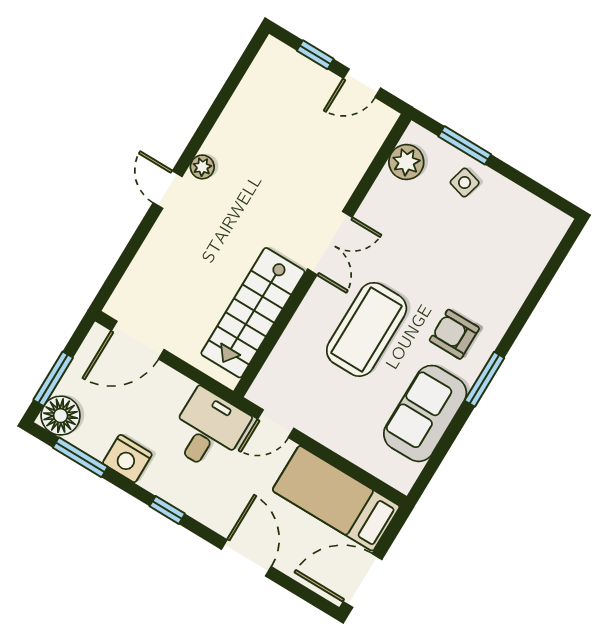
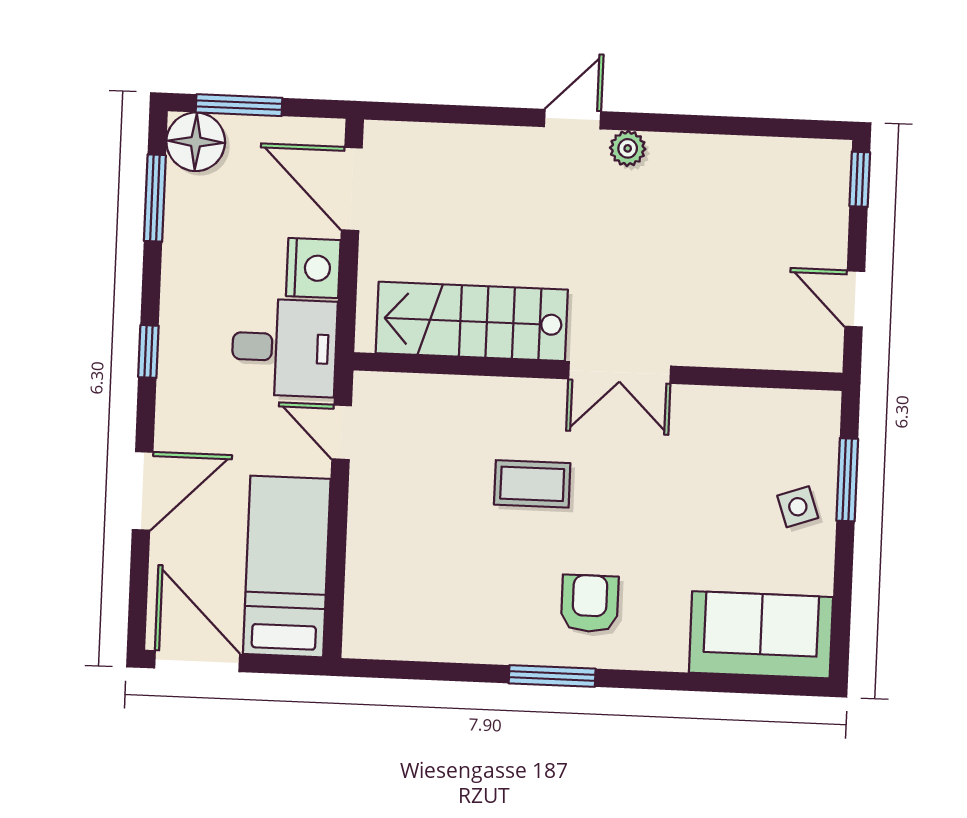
window: (315, 55) -> (860, 179), moved
plant: (406, 162) -> (783, 415), removed
side table: (465, 183) -> (798, 507), turned -34
coffee table: (367, 329) -> (532, 484), width x0.54, depth x0.58
sofa: (425, 413) -> (761, 635), moved
nightstand: (127, 459) -> (313, 268), moved, turned 180

